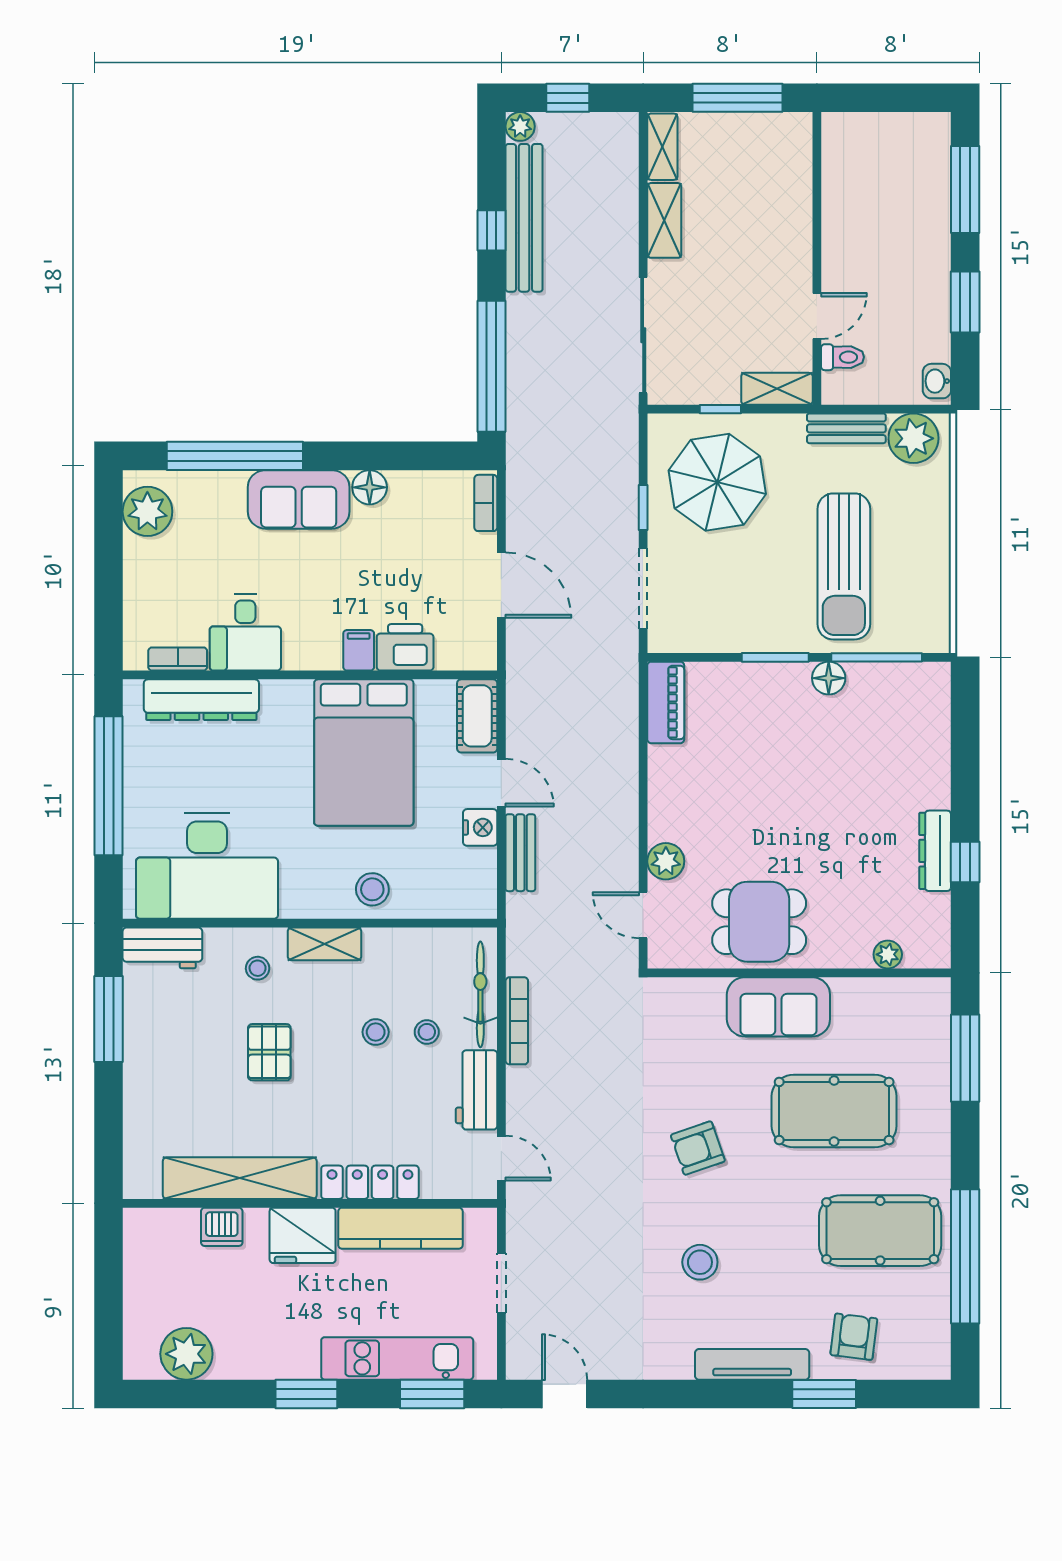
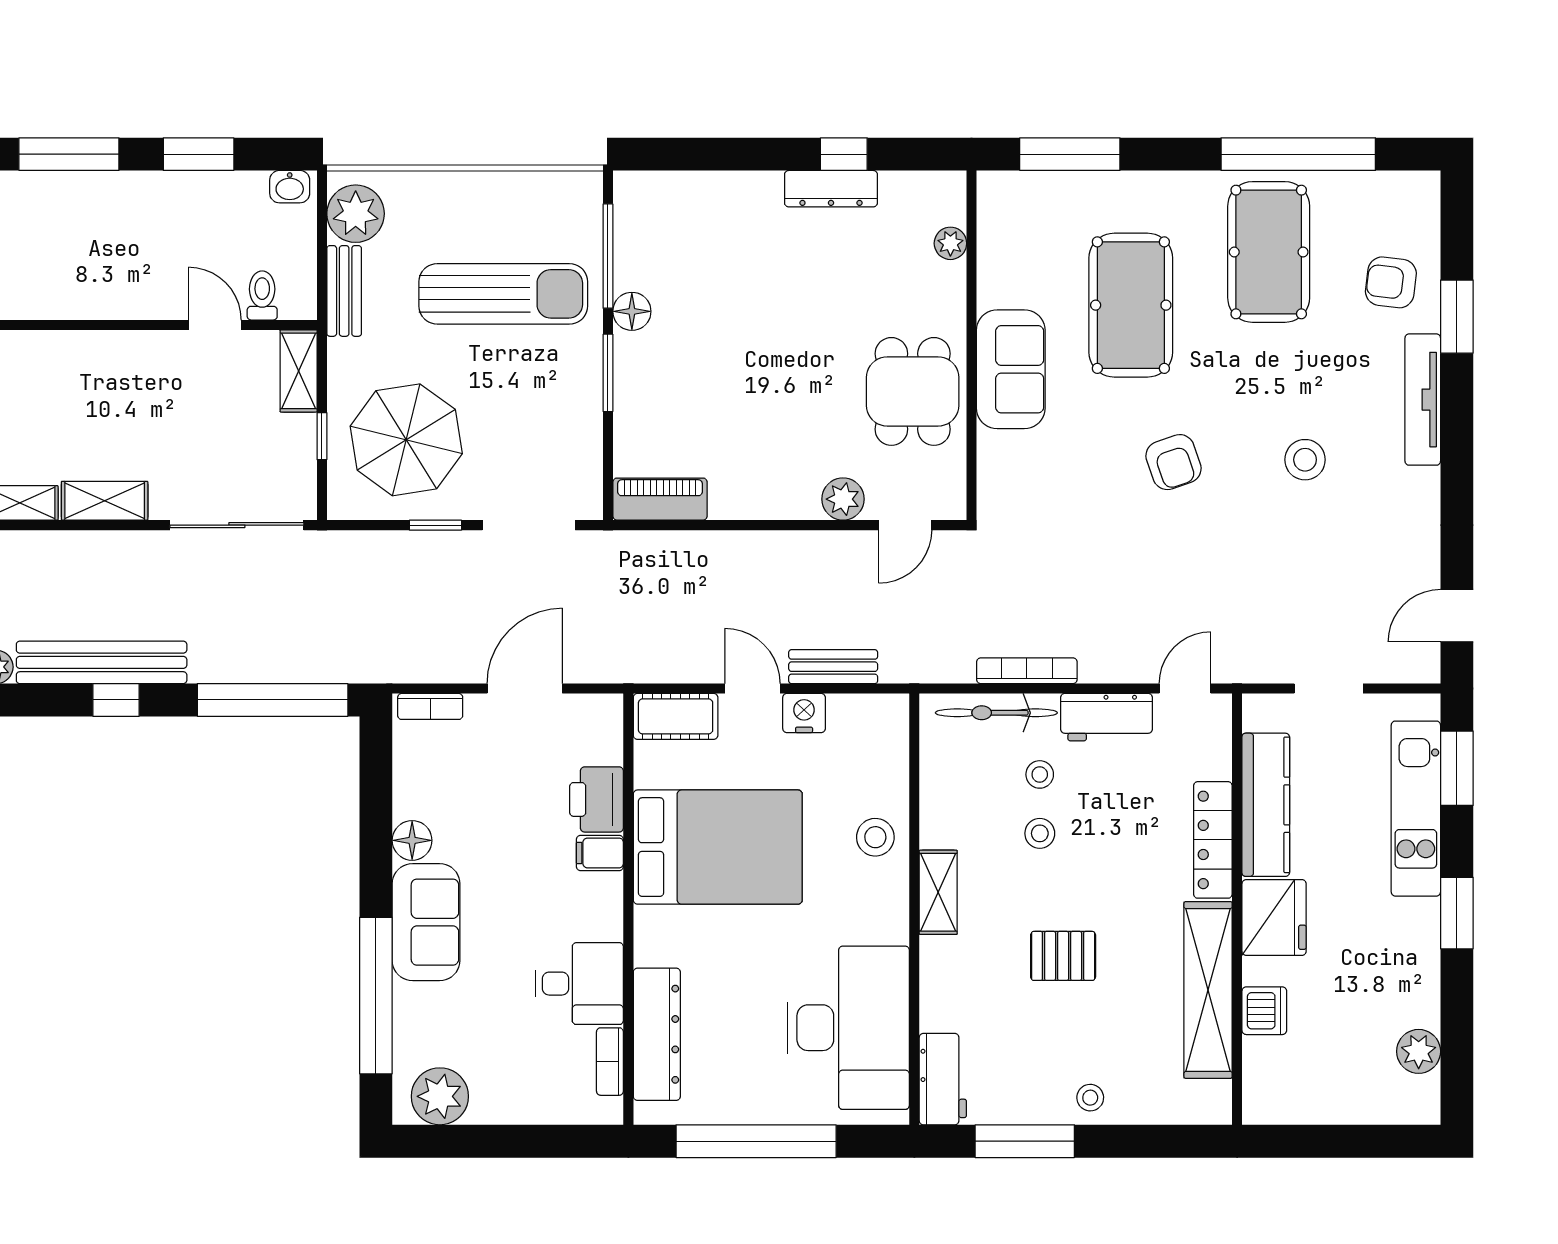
door: (501, 783) -> (752, 689), hinge flipped
stool: (258, 968) -> (1090, 1098), moved
plant: (186, 1354) -> (1419, 1051), width x0.73, depth x0.73

